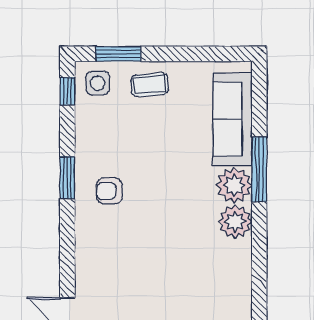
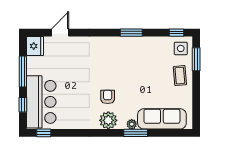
window: (259, 170) -> (136, 133), width x0.69
plant: (234, 185) -> (132, 124), width x0.53, depth x0.53
armchair: (109, 191) -> (108, 97), moved

